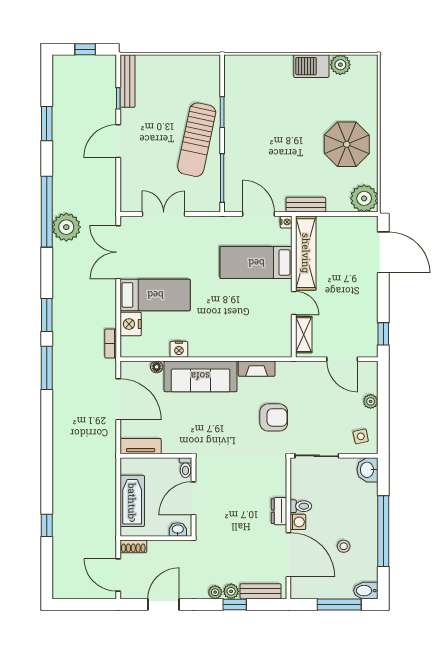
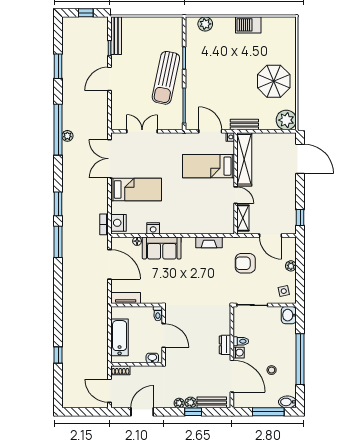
plant: (340, 65) -> (205, 24), moved
plant: (66, 227) -> (67, 136), width x0.53, depth x0.53
nightstand: (131, 324) -> (118, 223), moved
sofa: (200, 376) -> (162, 248), width x0.73
armchair: (274, 417) -> (245, 263), moved, turned 180
door: (193, 498) -> (164, 336), swing flipped

